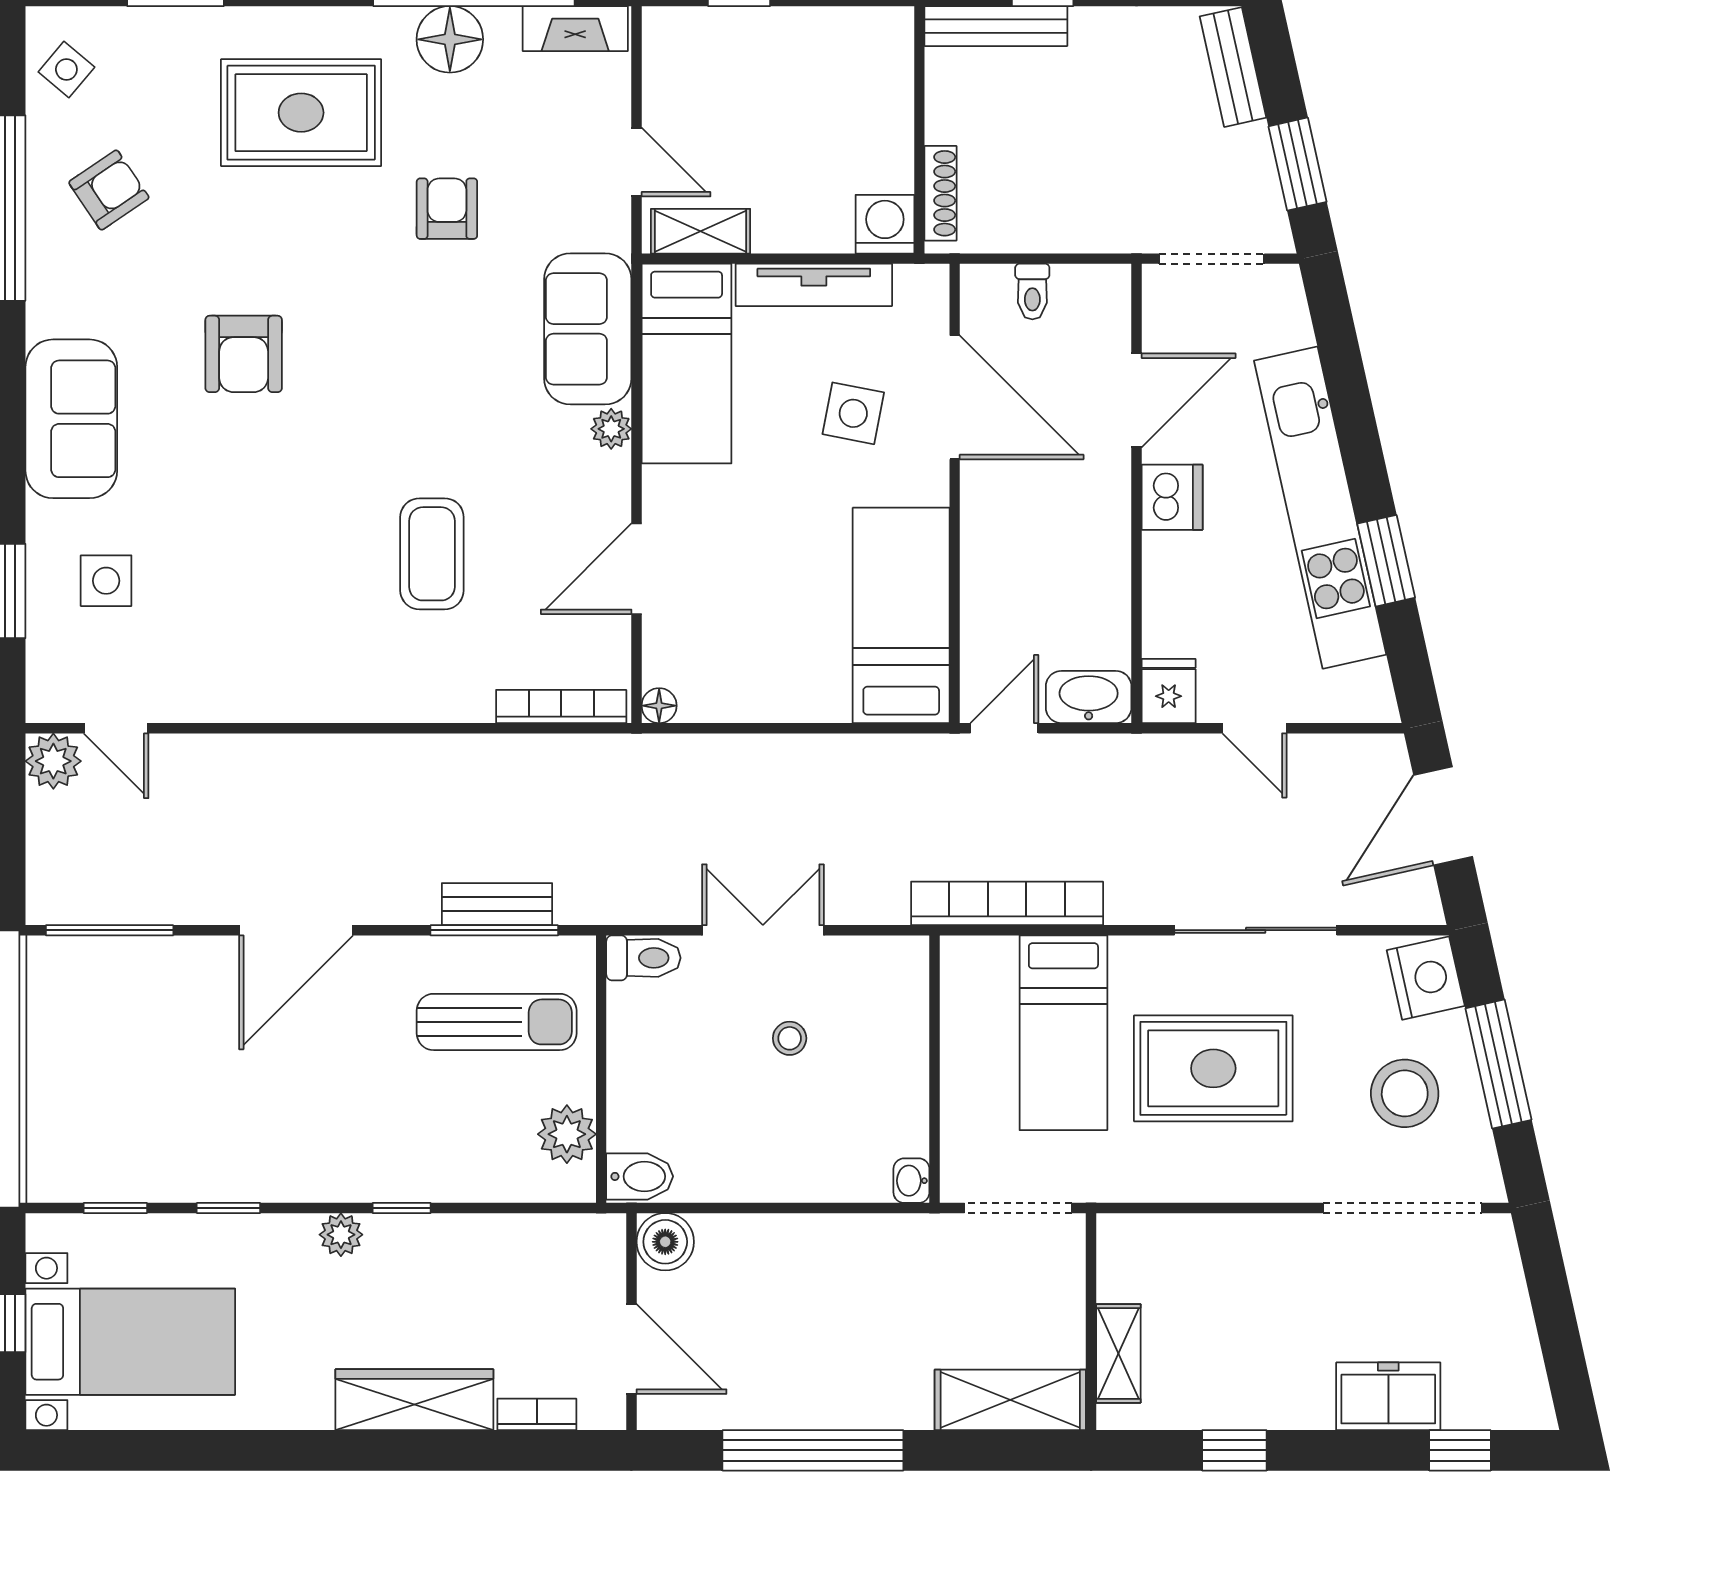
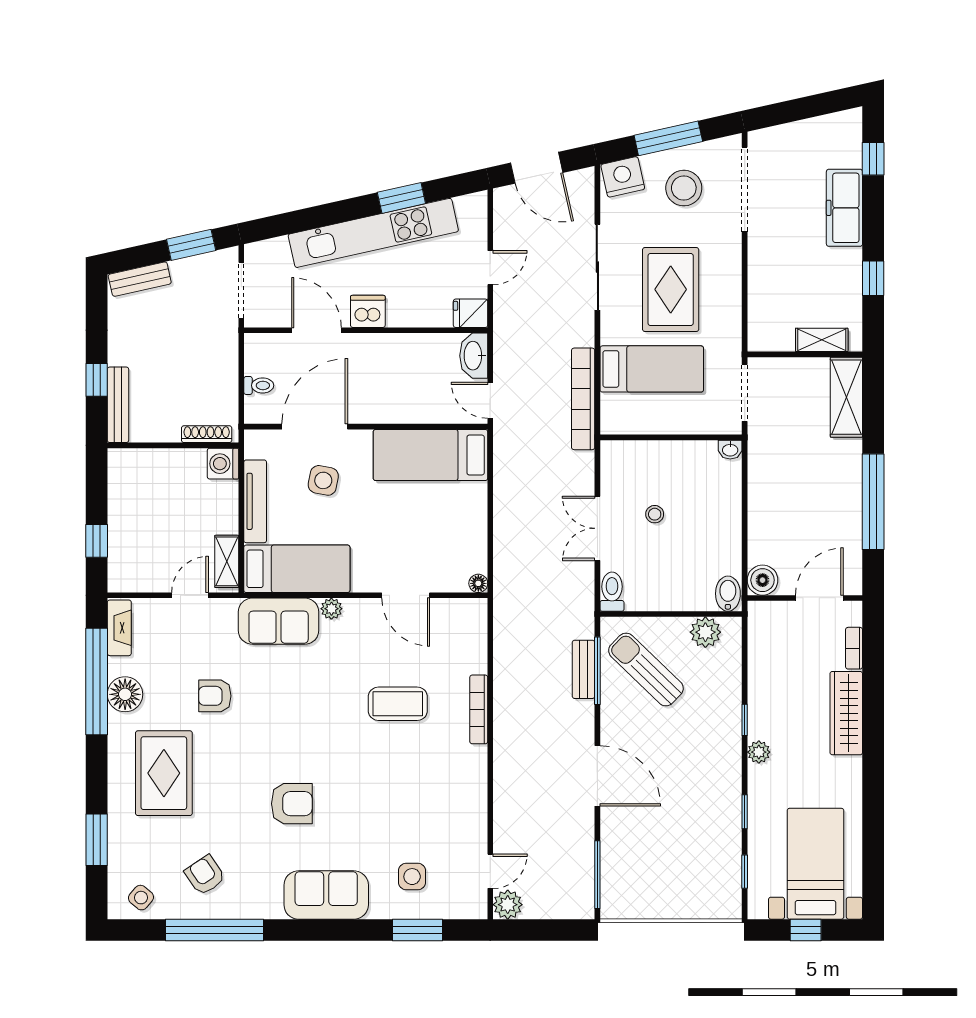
bookcase: (561, 707) -> (479, 709), moved
sun lounger: (497, 1022) -> (646, 669), turned -46
freezer: (1388, 1396) -> (844, 208), width x1.40

